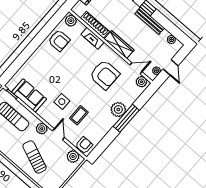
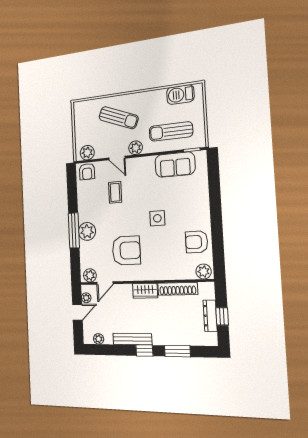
fireplace: (92, 38) -> (168, 274), removed
wardrobe: (119, 44) -> (145, 291), width x0.67
door: (171, 67) -> (77, 312), swing flipped
armchair: (105, 75) -> (126, 251), turned 180
side table: (62, 102) -> (157, 218), moved

